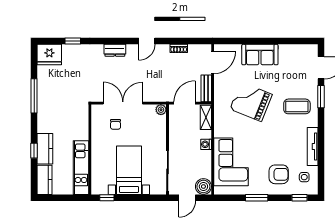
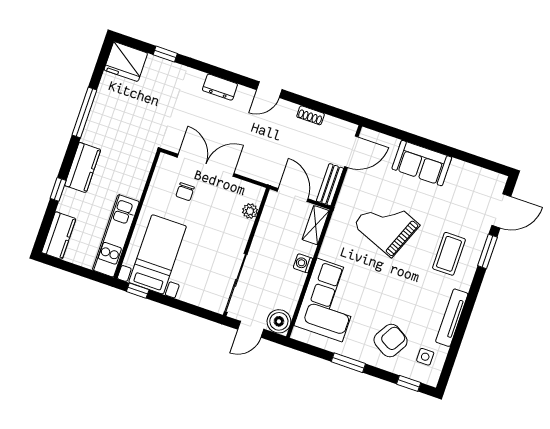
door: (185, 103) -> (293, 195), hinge flipped
coffee table: (297, 106) -> (449, 254), turned 90
plant: (161, 110) -> (250, 211), moved
kitchen counter: (45, 149) -> (83, 167), moved
bed with nightstands: (129, 170) -> (158, 254), moved
armchair: (279, 174) -> (391, 341), turned -59

